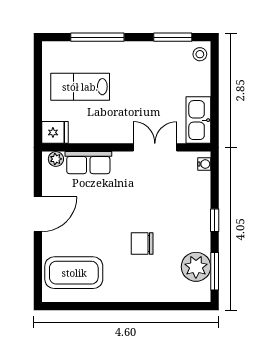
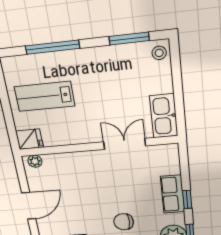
row of seats: (88, 163) -> (173, 194), moved, turned 90
water cooler: (204, 164) -> (173, 154), removed

